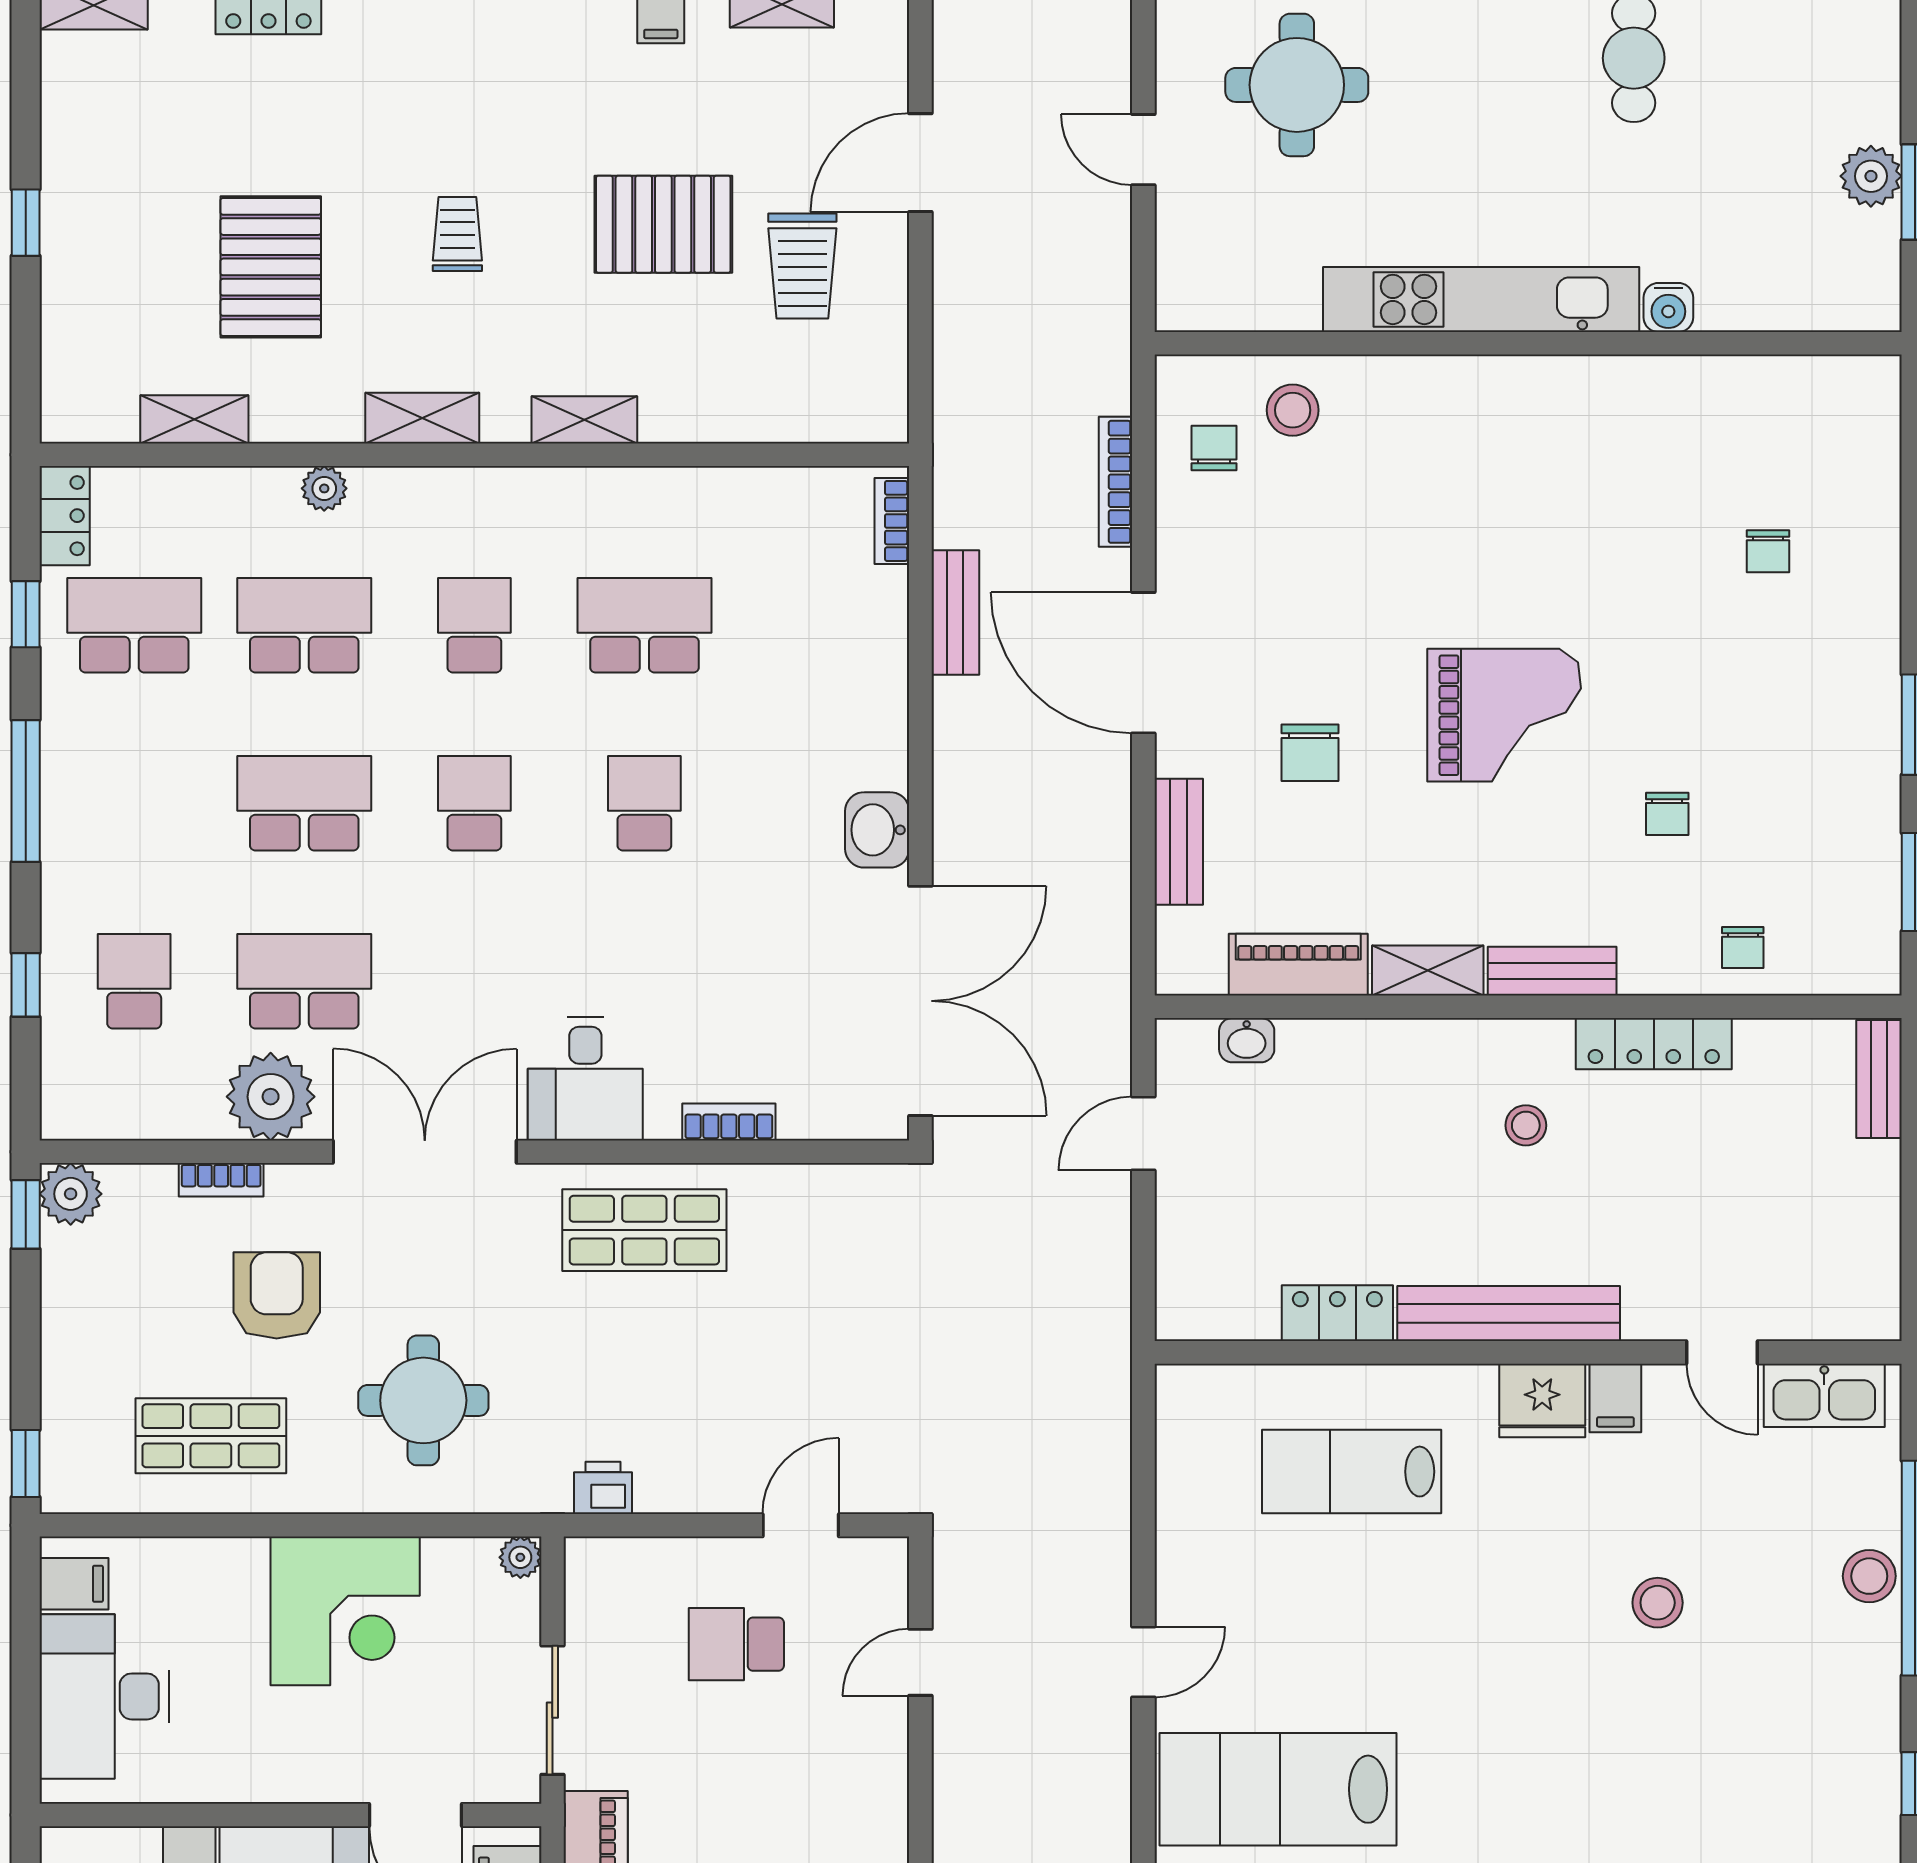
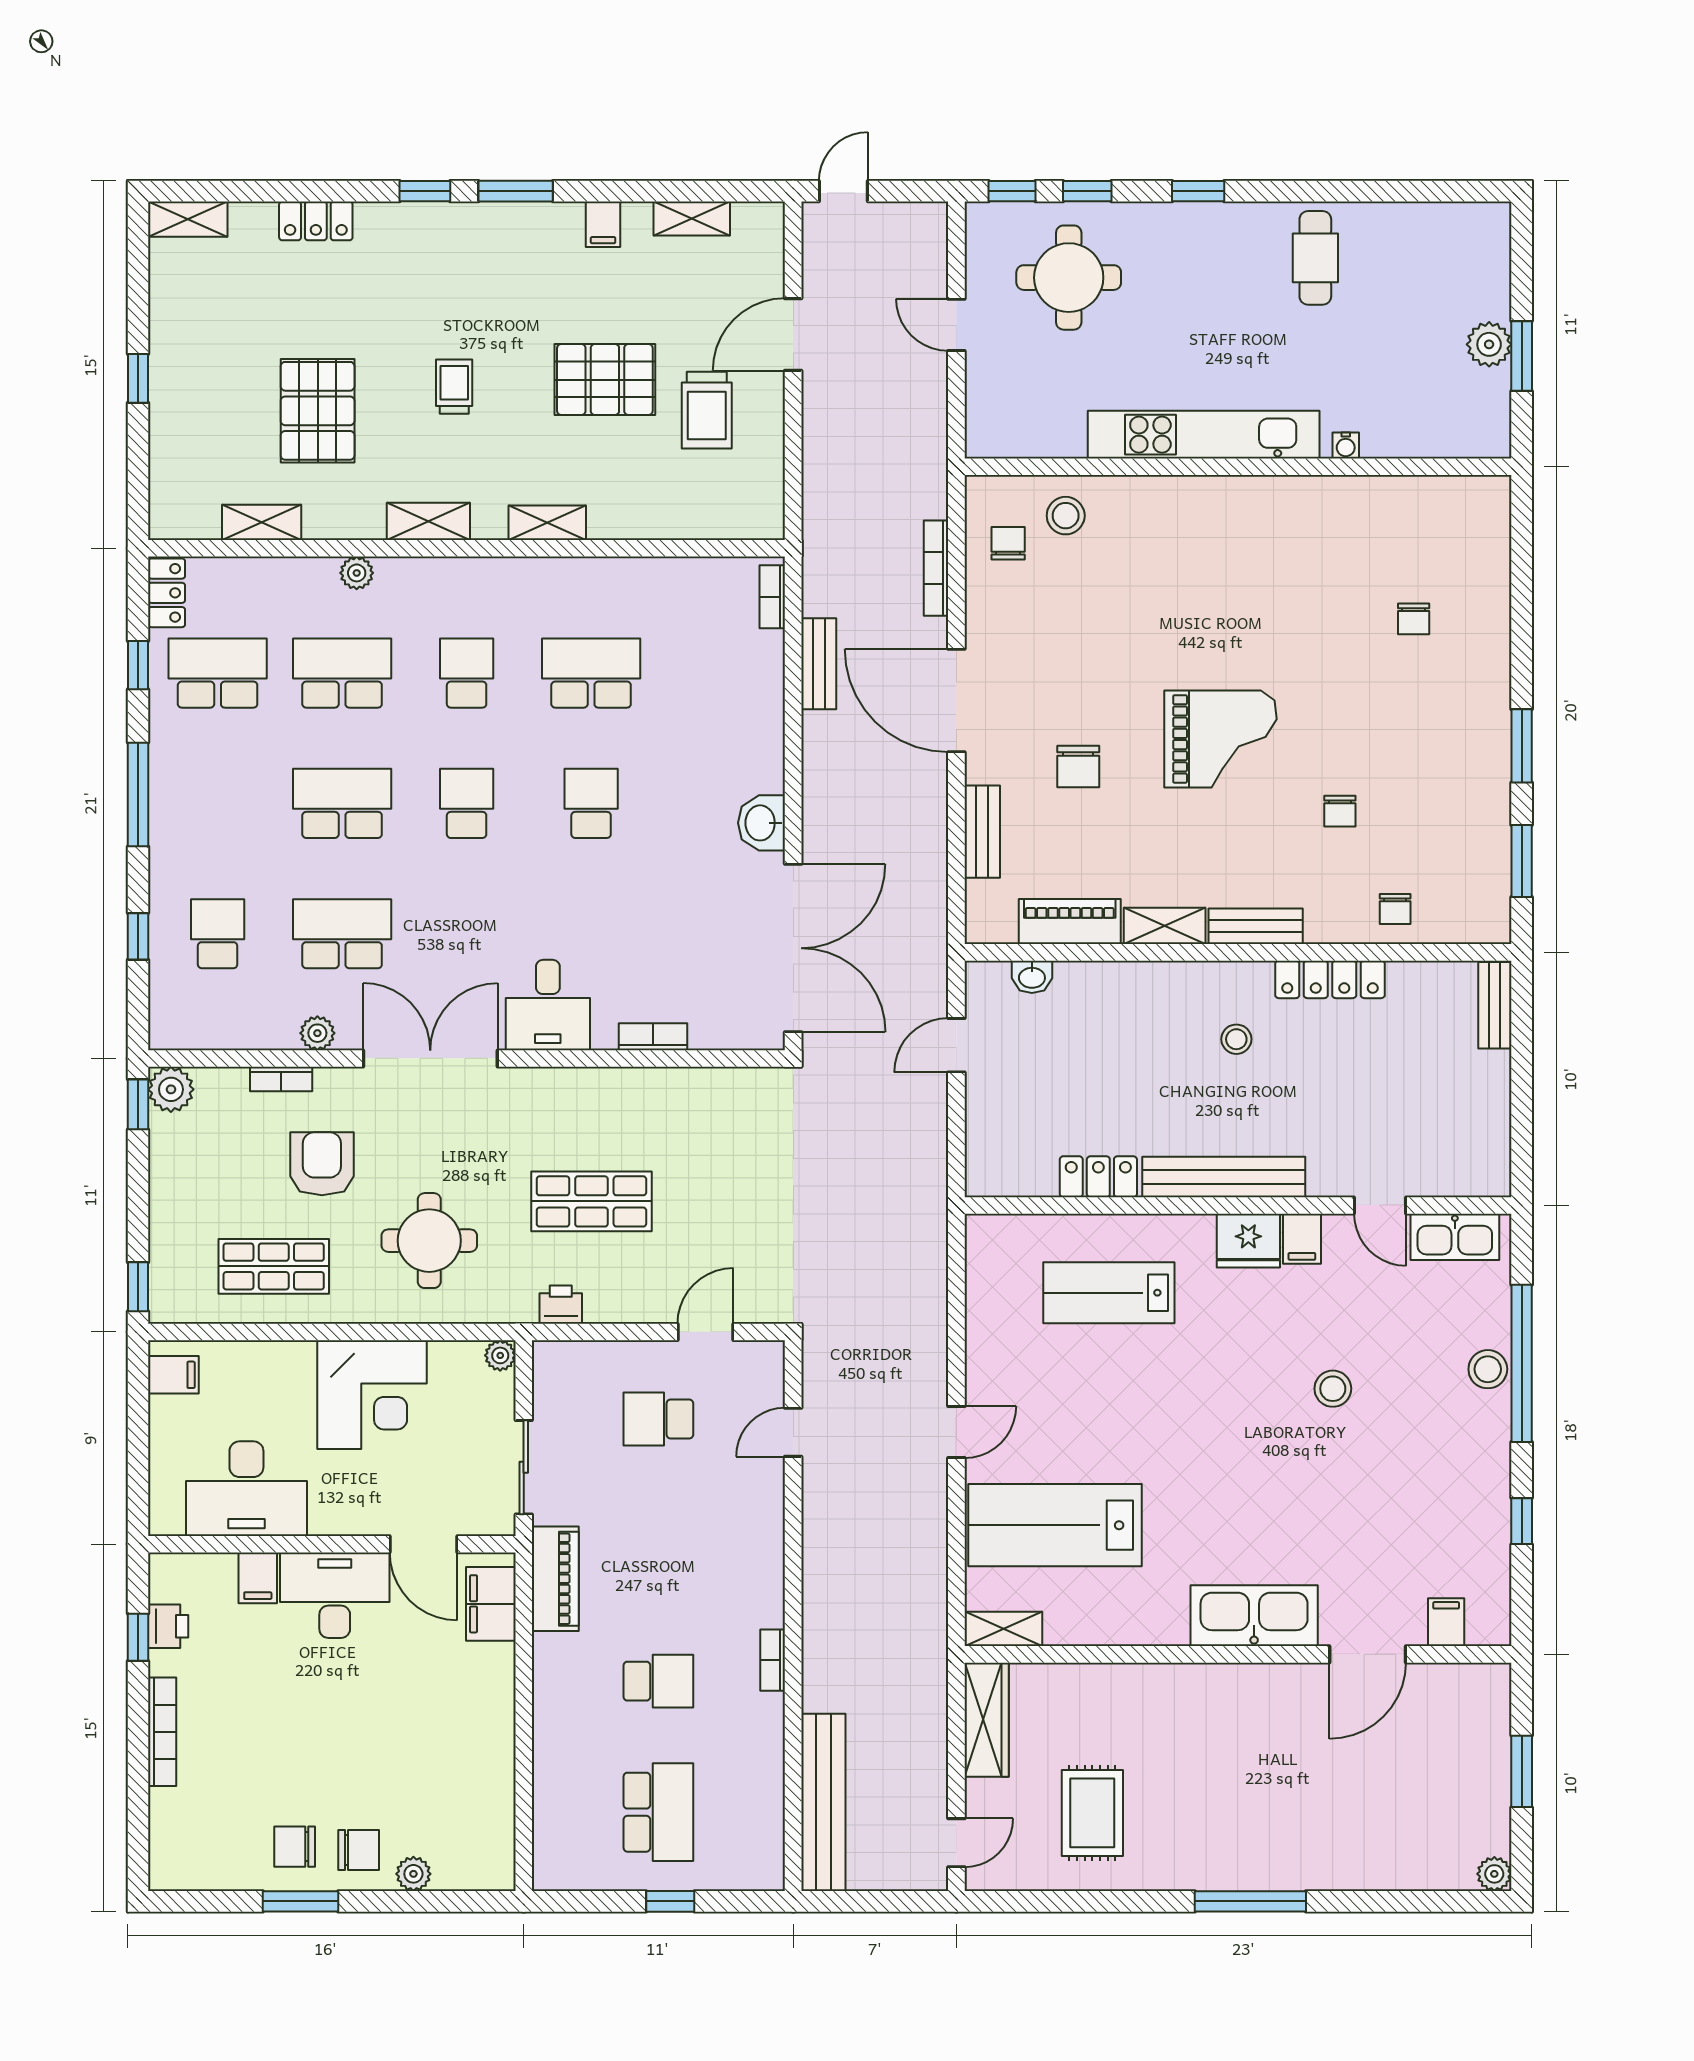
water cooler: (1668, 307) -> (1346, 445), width x0.72, depth x0.72
plant: (271, 1097) -> (317, 1033), width x0.53, depth x0.53
shop shelf: (644, 1230) -> (591, 1201), moved
desk: (104, 1696) -> (246, 1489), moved, turned -90

